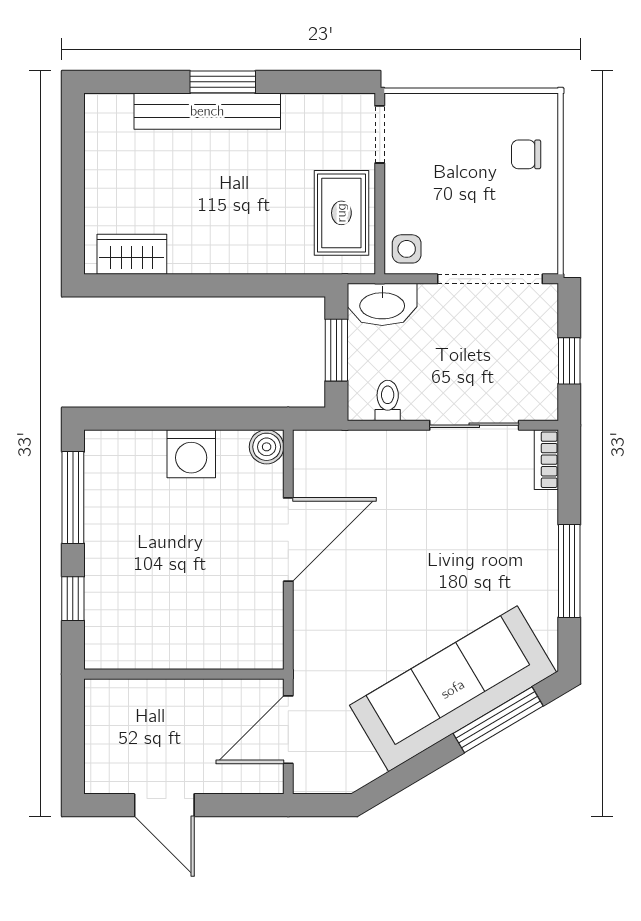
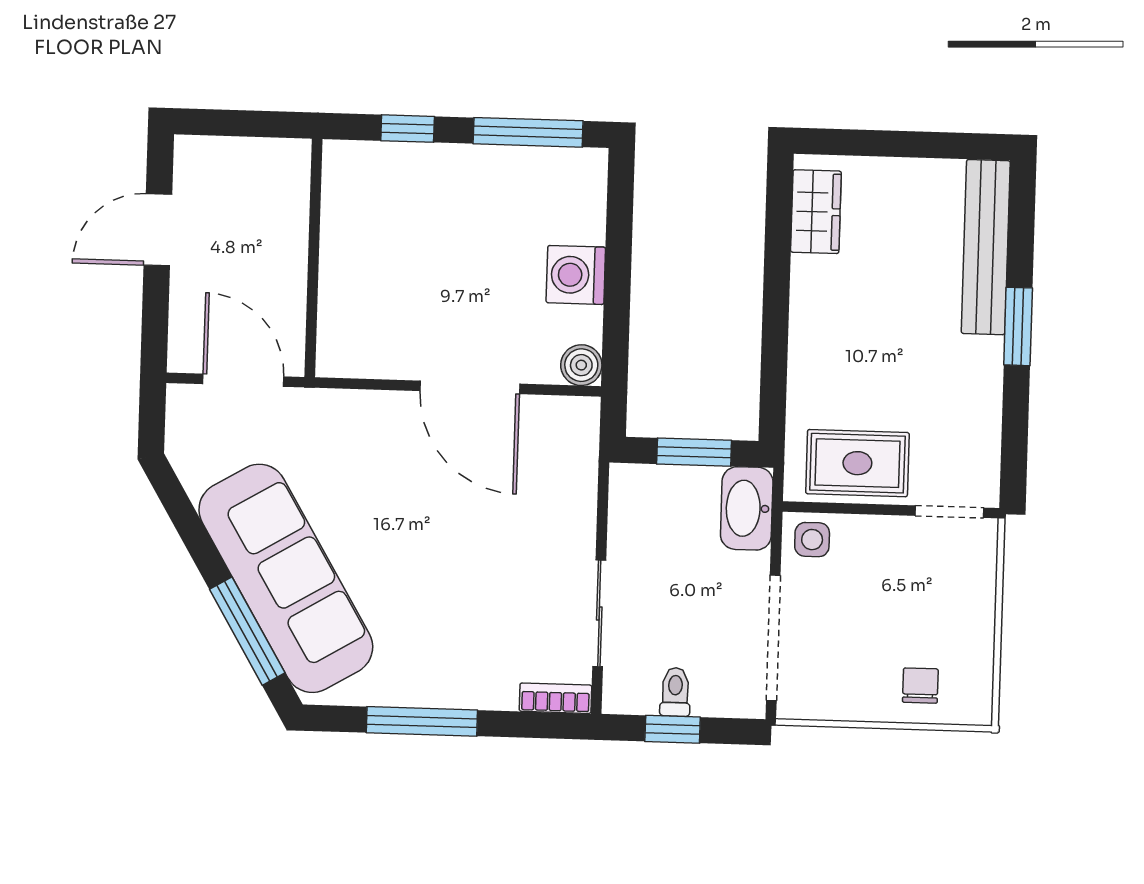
bench: (207, 111) -> (986, 247), moved
toilet: (388, 400) -> (675, 692), moved, turned -90

